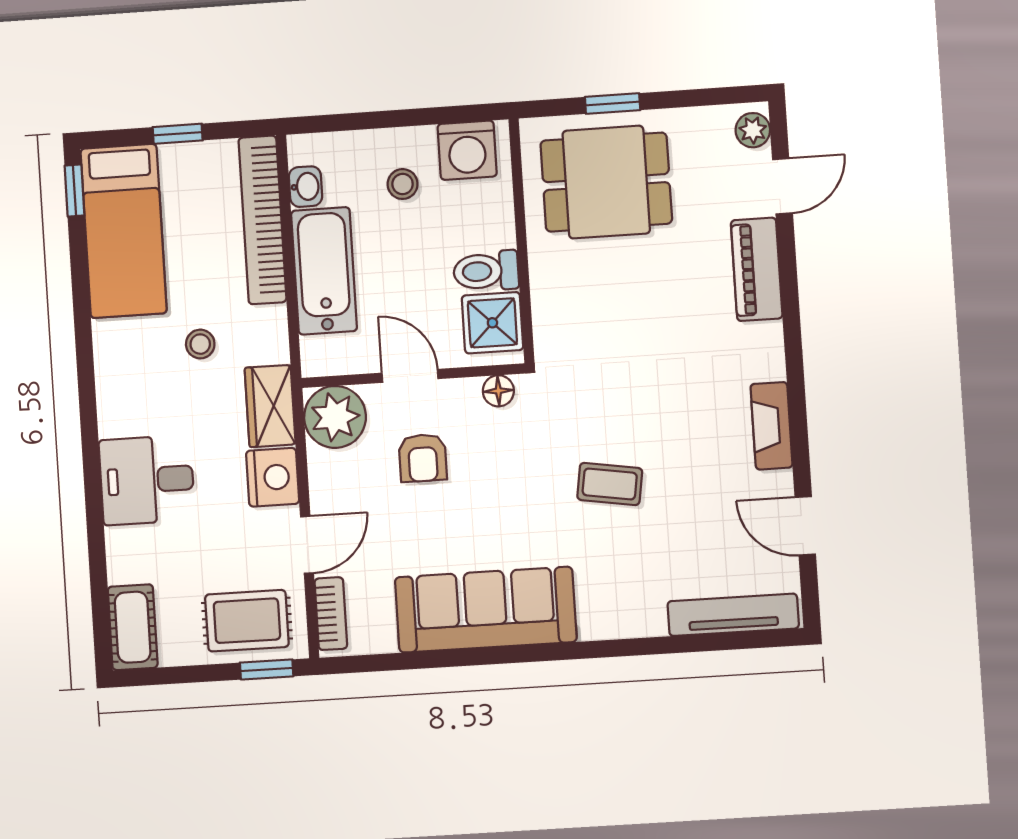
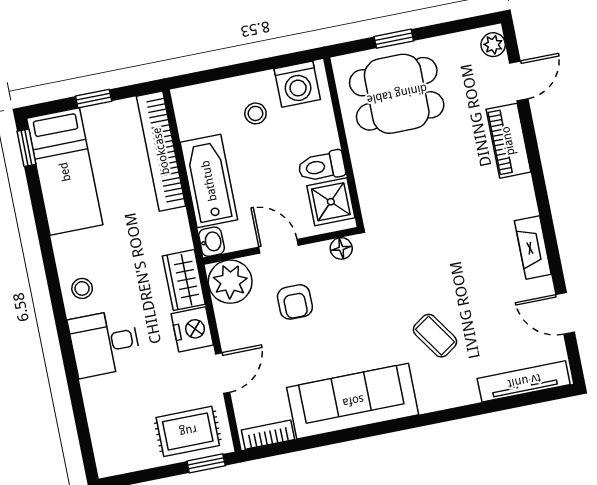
washbasin: (305, 187) -> (212, 242), moved
stool: (200, 344) -> (82, 288), moved
coffee table: (610, 484) -> (435, 336), moved, turned 47
bookcase: (331, 614) -> (268, 435), moved, turned -90
cot: (133, 627) -> (109, 447), removed

